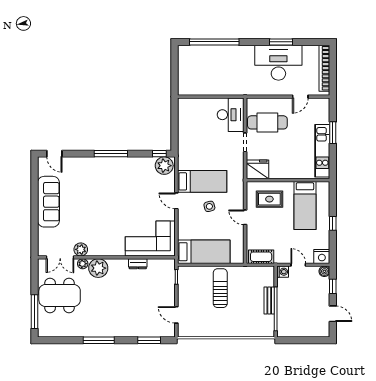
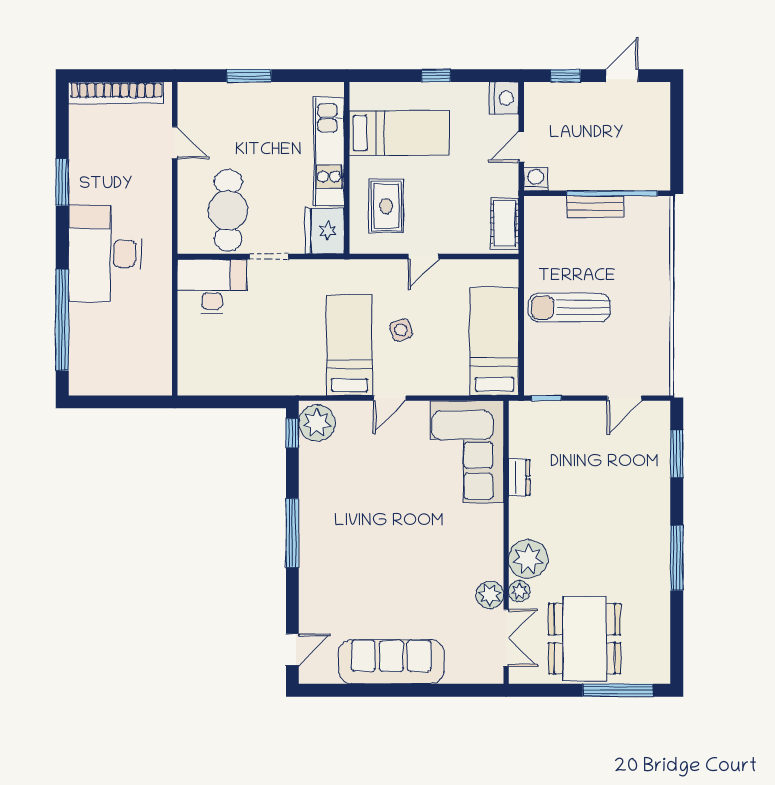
desk: (278, 63) -> (105, 254), moved
kitchen unit: (322, 151) -> (329, 151), moved, turned 90
boiler: (324, 271) -> (535, 93), removed

